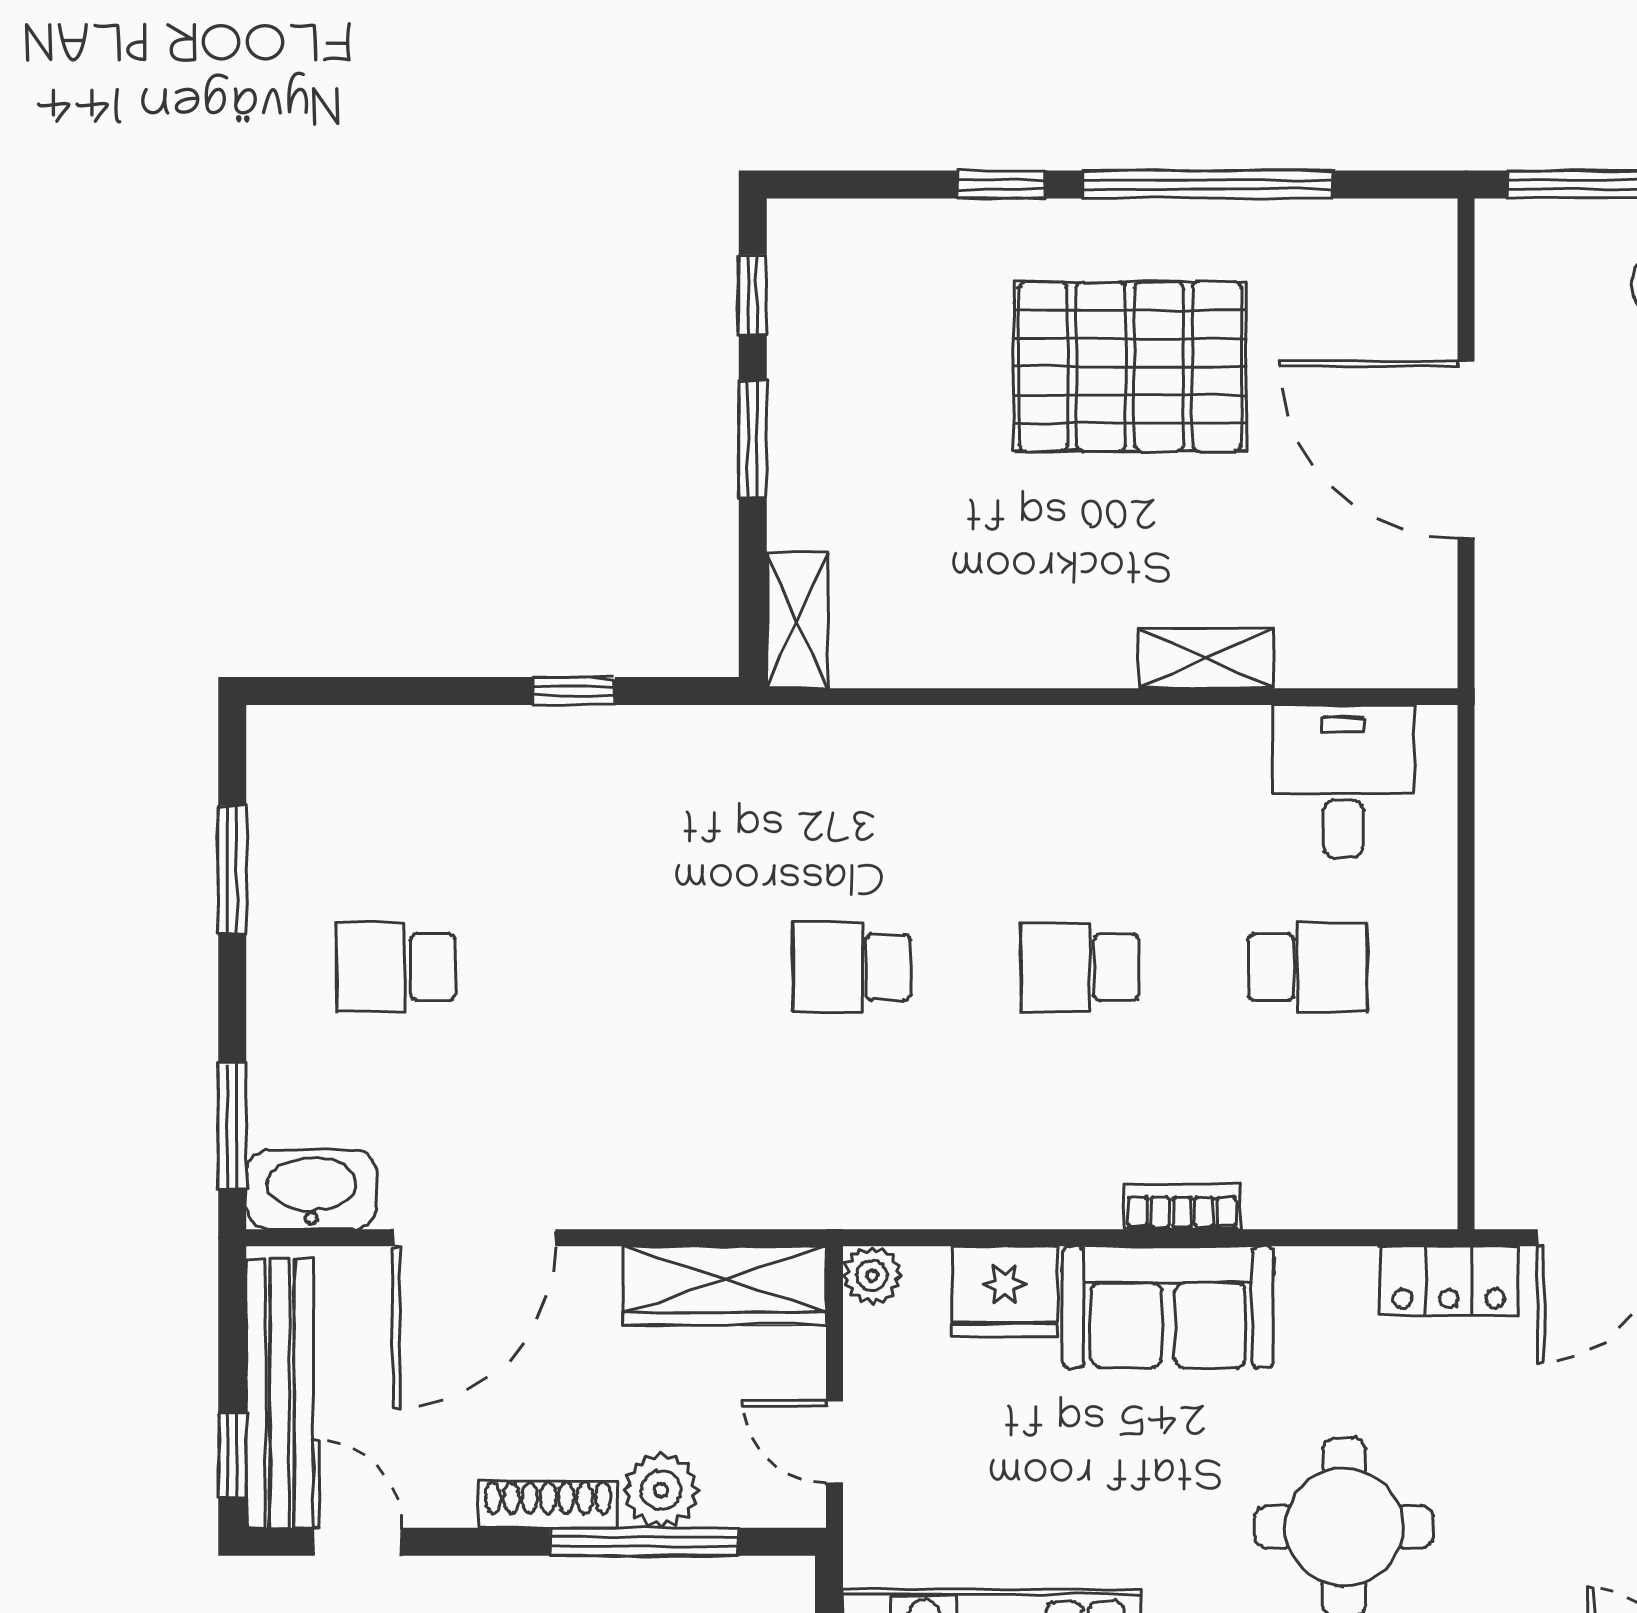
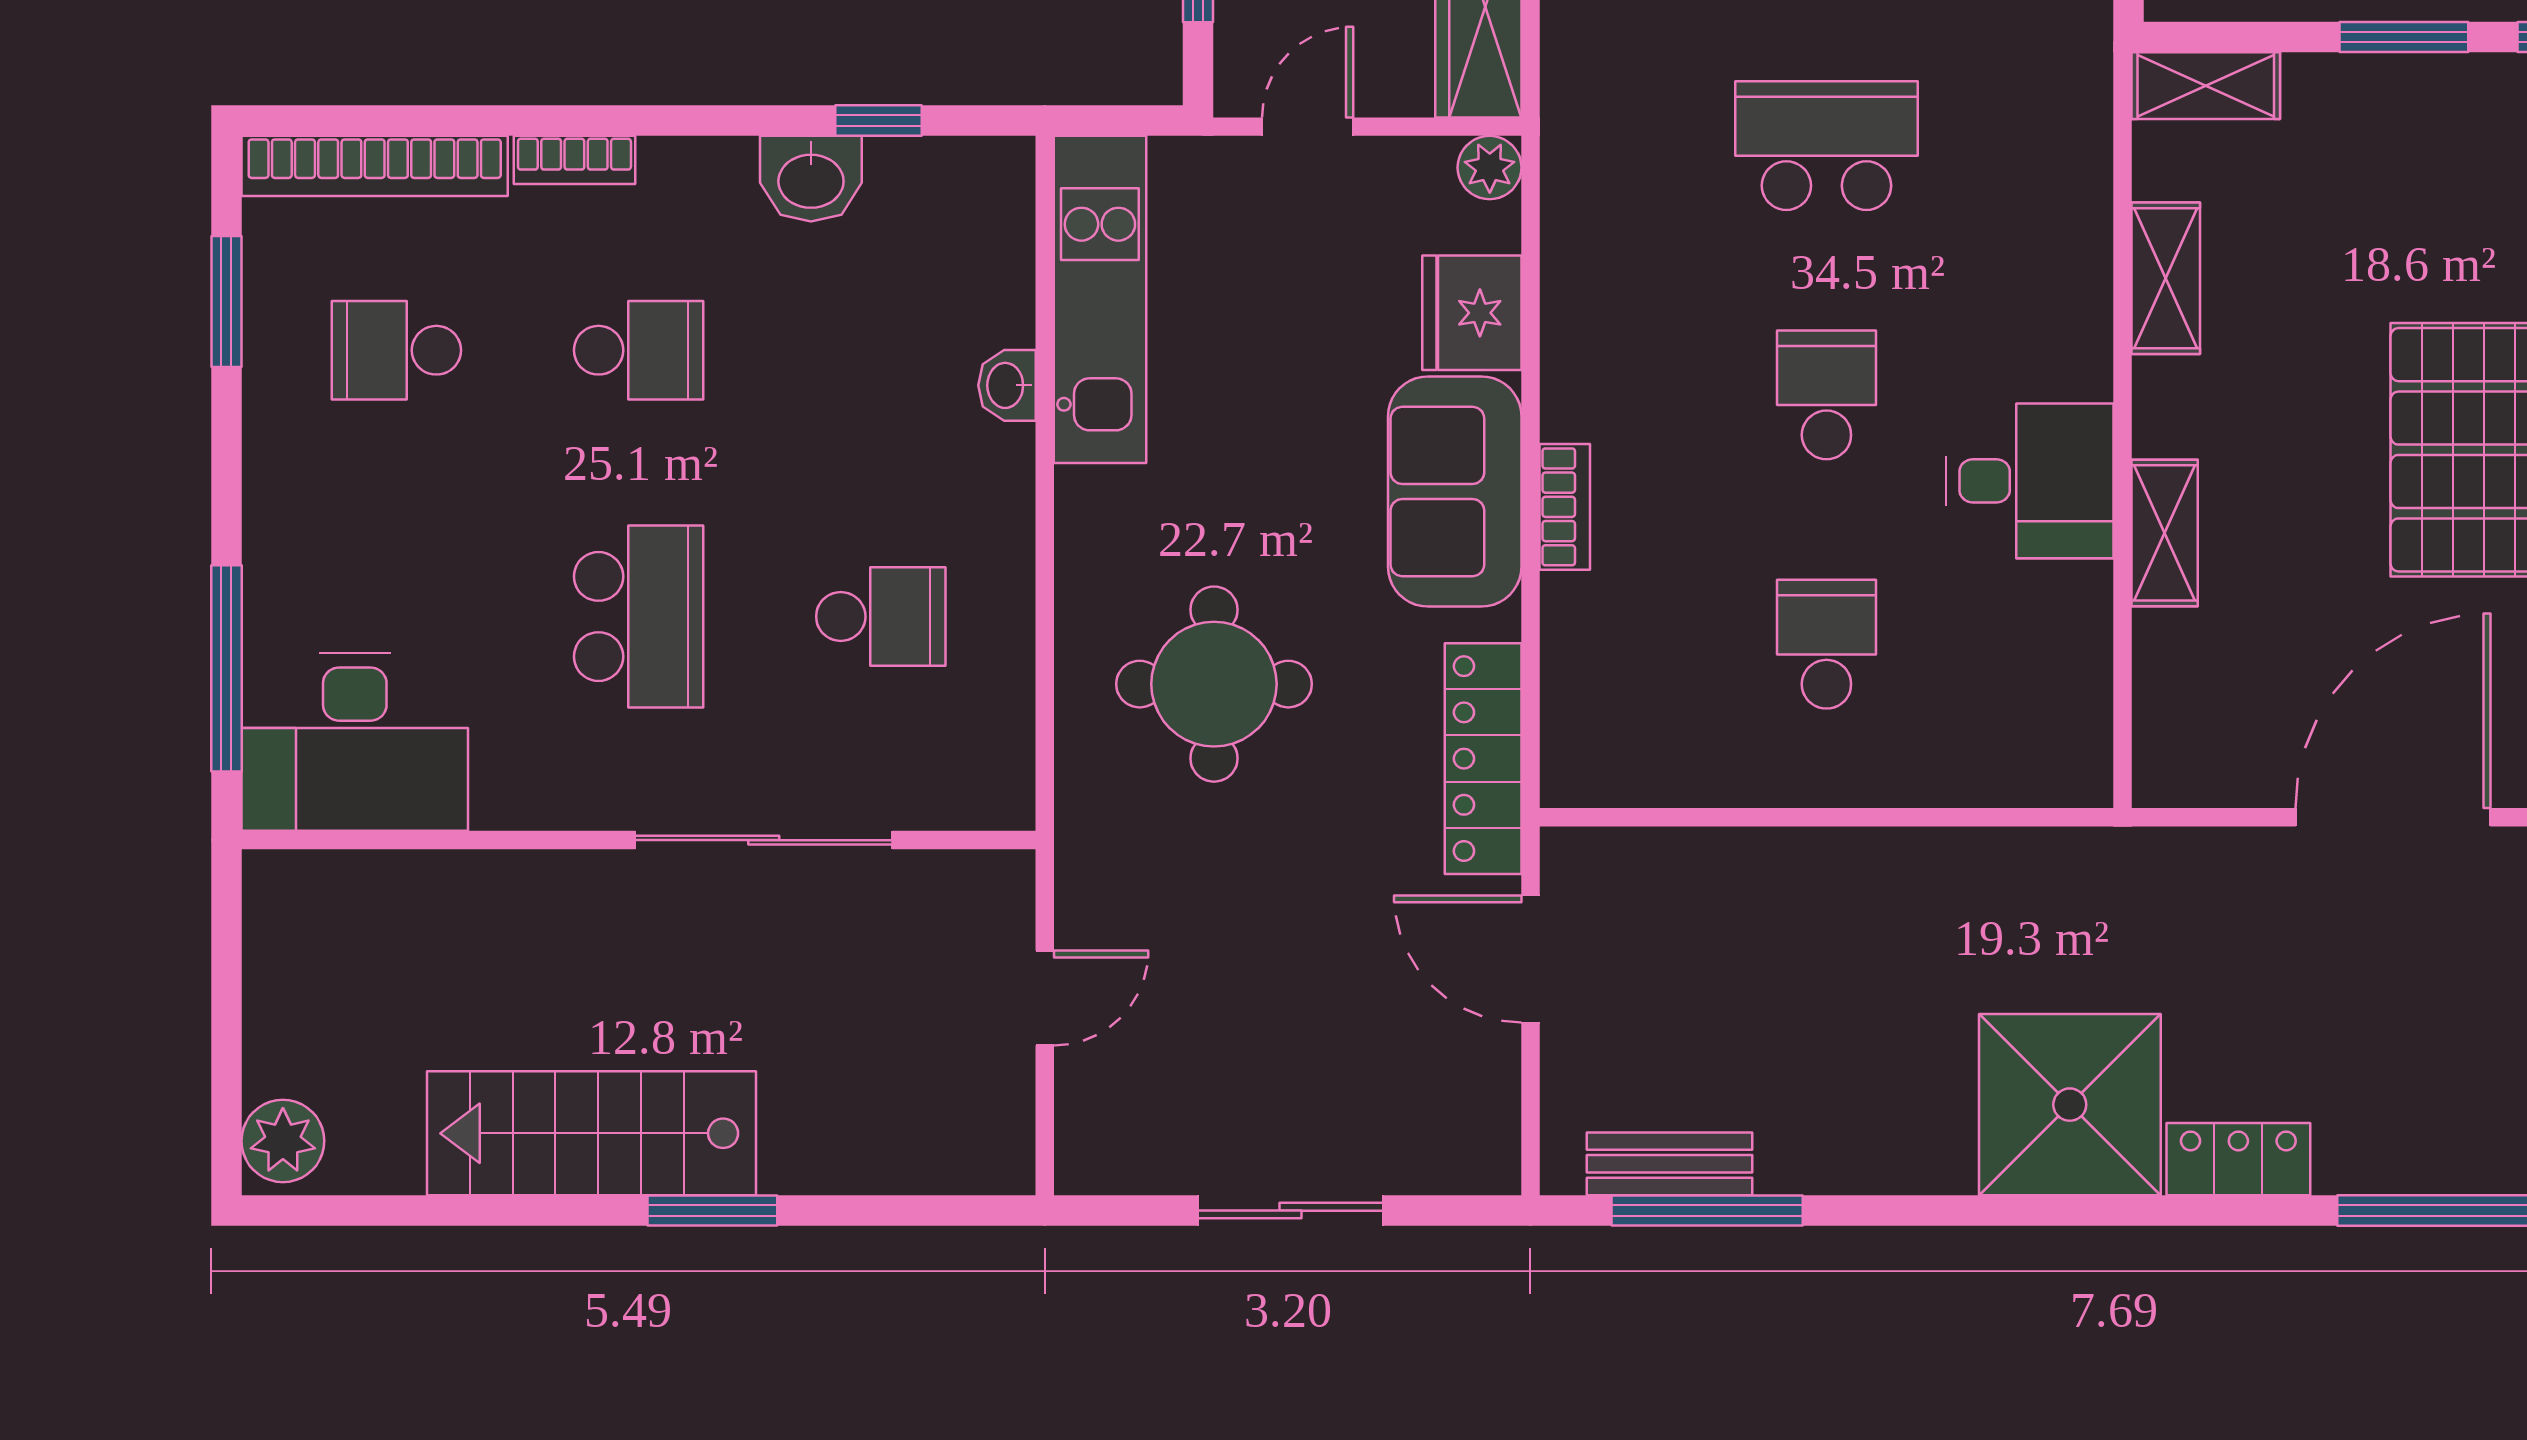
shelving: (973, 657) -> (2166, 278), added
desk: (1343, 781) -> (2030, 481), moved
school desk: (852, 967) -> (1826, 146), width x1.85
school desk: (1308, 967) -> (1826, 644), turned 180
locker: (1449, 1281) -> (1483, 759), width x1.53

